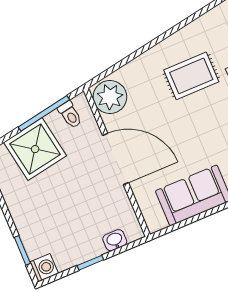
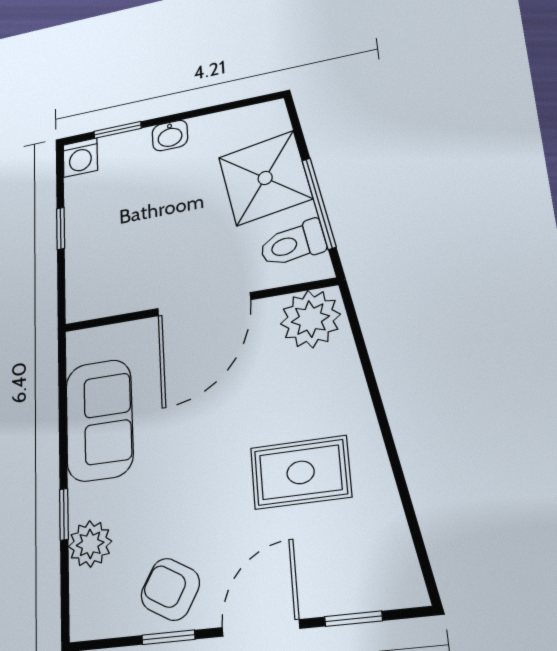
rug: (191, 76) -> (301, 472), turned 90
toilet: (70, 115) -> (293, 244), width x1.37, depth x1.39
washbasin: (115, 240) -> (170, 136), moved, turned 90

